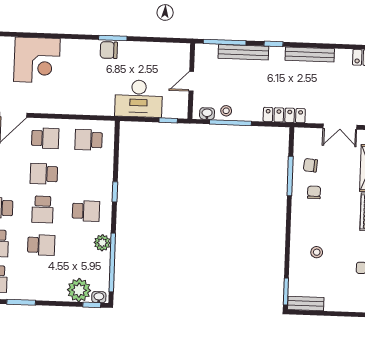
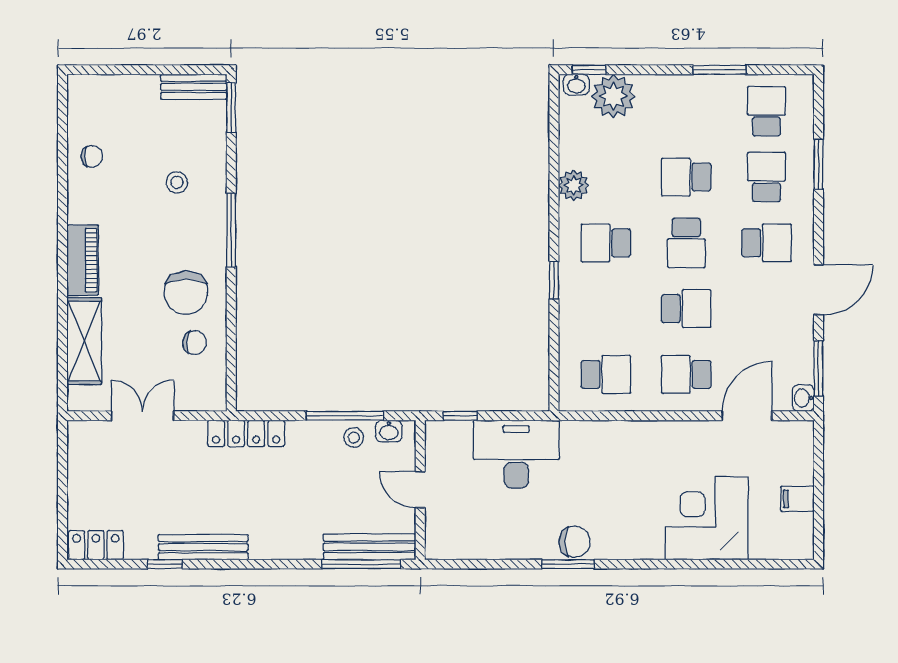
window: (274, 44) -> (165, 564), moved
bench: (243, 52) -> (370, 547), moved
door: (191, 81) -> (420, 490), swing flipped
window: (290, 176) -> (231, 230), moved
chair: (314, 192) -> (186, 293), width x1.87, depth x1.87
school desk: (43, 209) -> (686, 243), turned 180
window: (112, 262) -> (554, 150), removed

